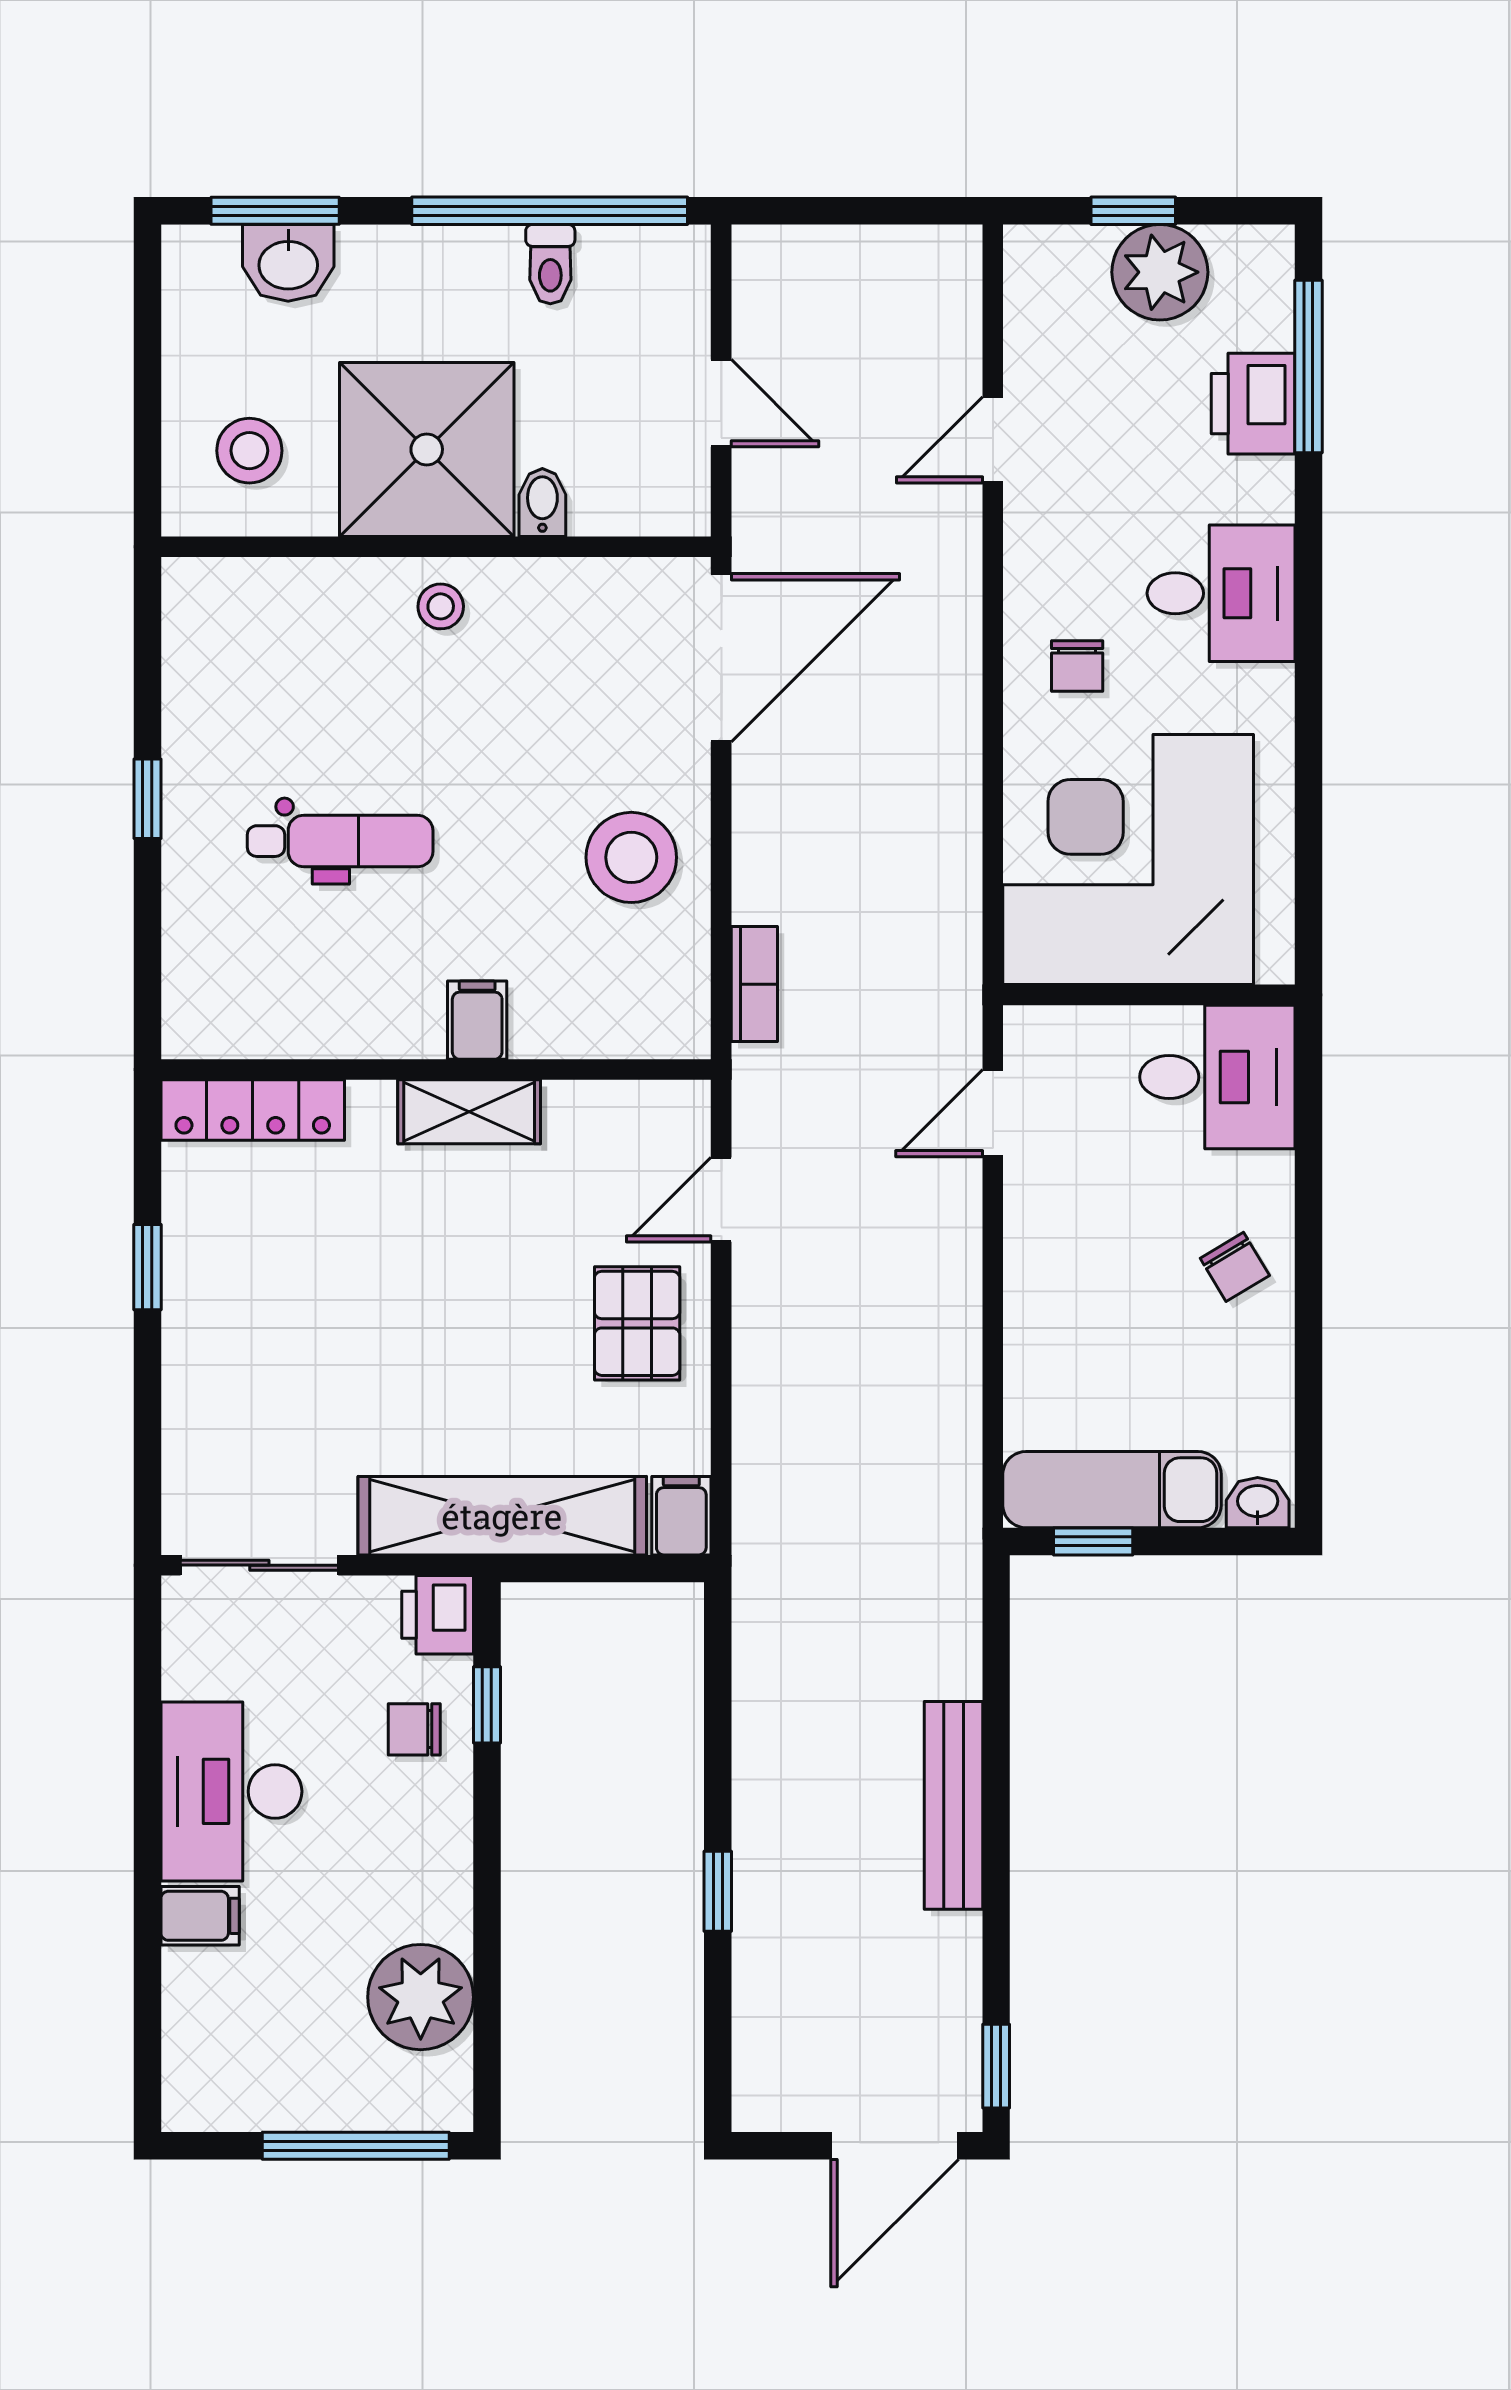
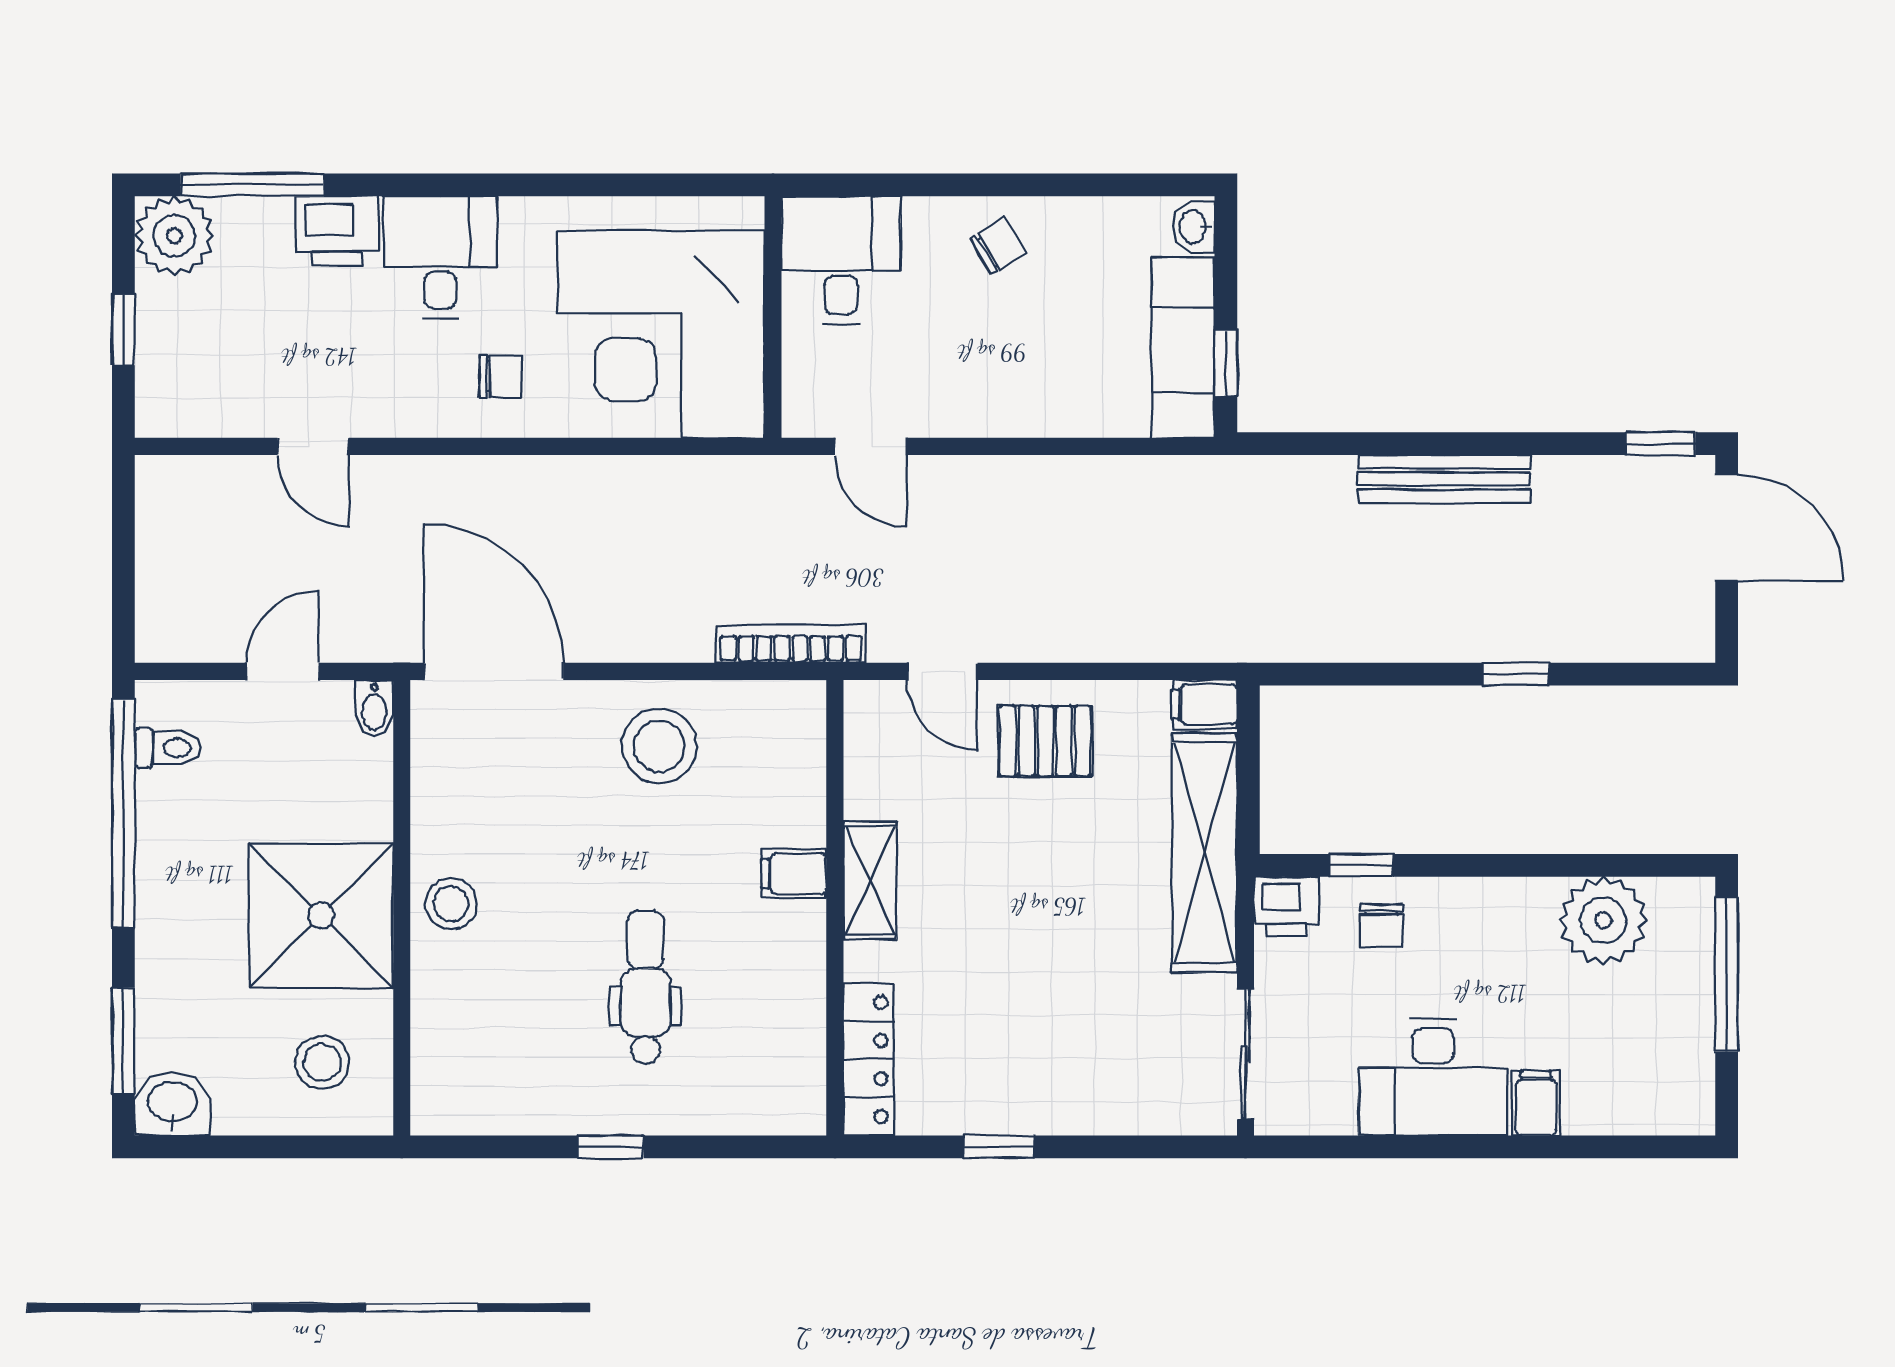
washbasin: (288, 263) -> (172, 1104), moved, turned -90
toilet: (550, 264) -> (168, 748), moved
plant: (1160, 272) -> (174, 236), moved
printer: (1253, 404) -> (337, 231), moved
bidet: (542, 503) -> (374, 708), moved, turned -90
stool: (441, 606) -> (451, 904), width x1.37, depth x1.37
bookcase: (754, 984) -> (791, 644), width x1.56

